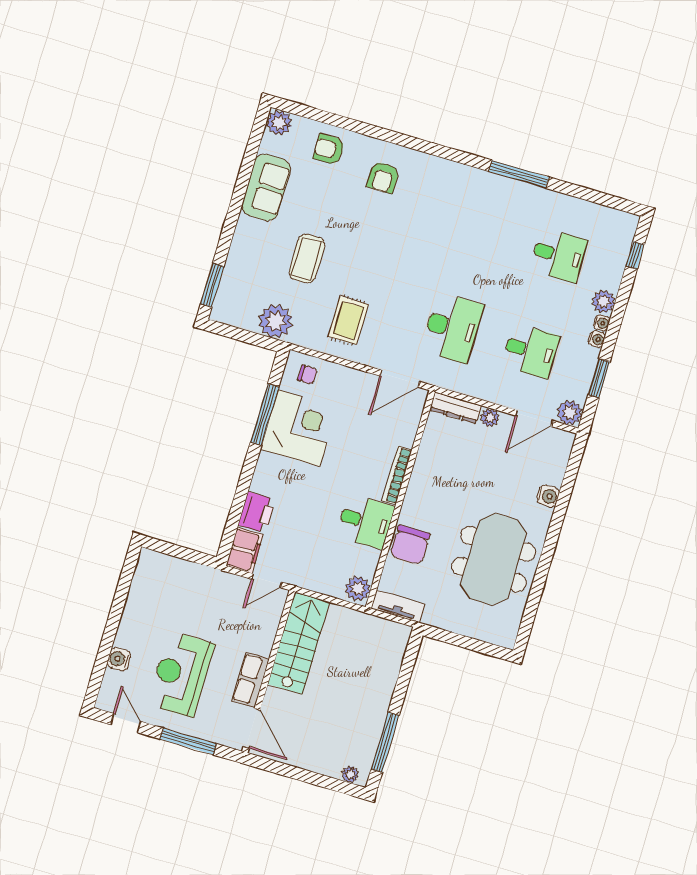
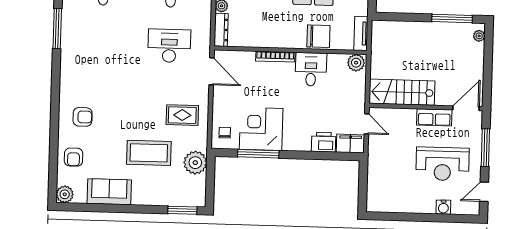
coffee table: (307, 259) -> (149, 153), width x1.36, depth x1.32

